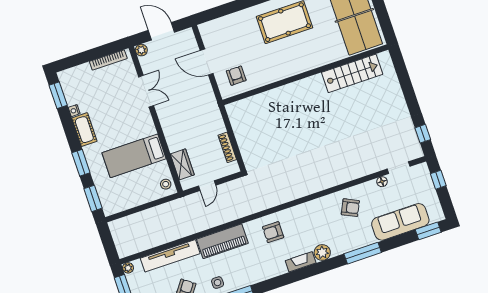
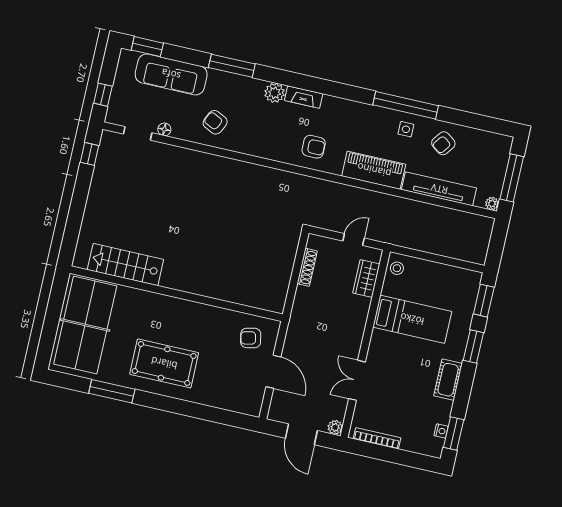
armchair: (236, 76) -> (251, 338), turned 78
nightstand: (74, 111) -> (441, 431), moved

